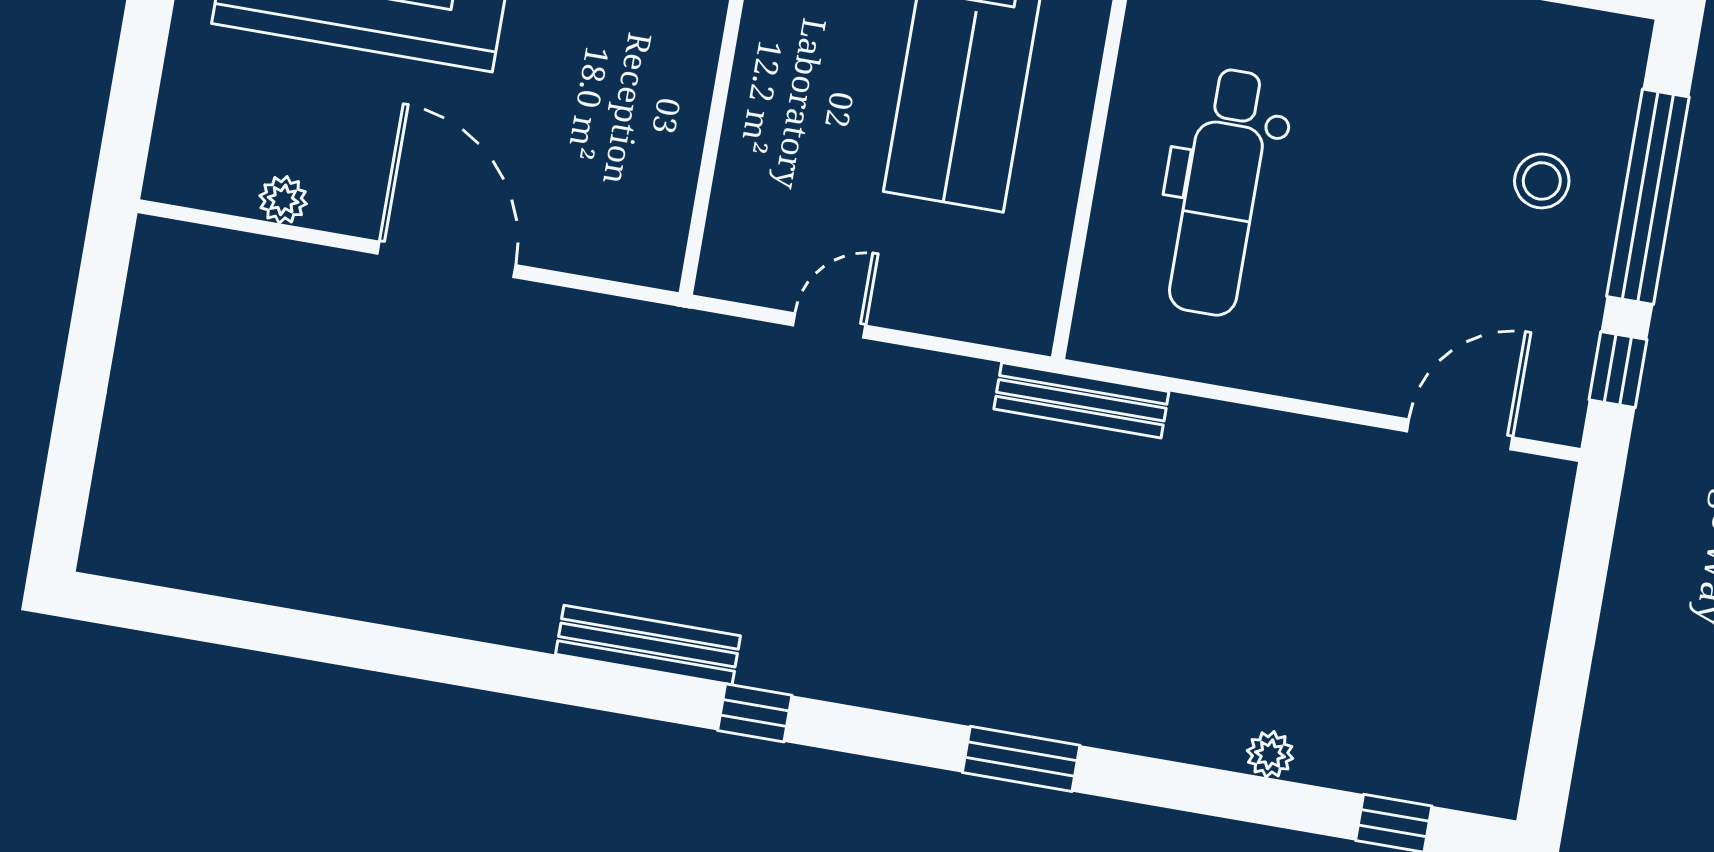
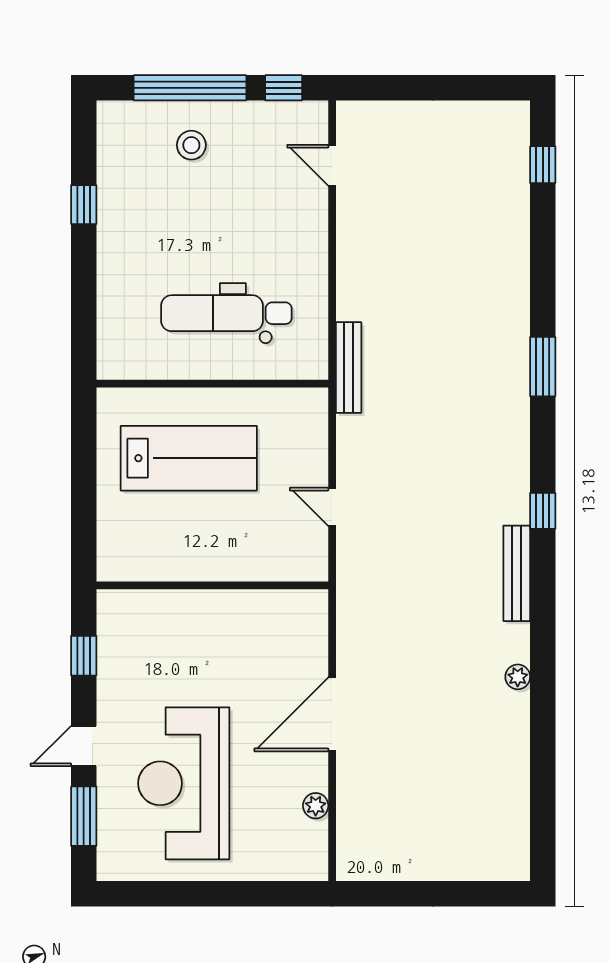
dental chair: (1220, 192) -> (226, 313), turned 180
door: (1460, 434) -> (332, 165), width x0.73
plant: (1270, 754) -> (518, 677), moved

